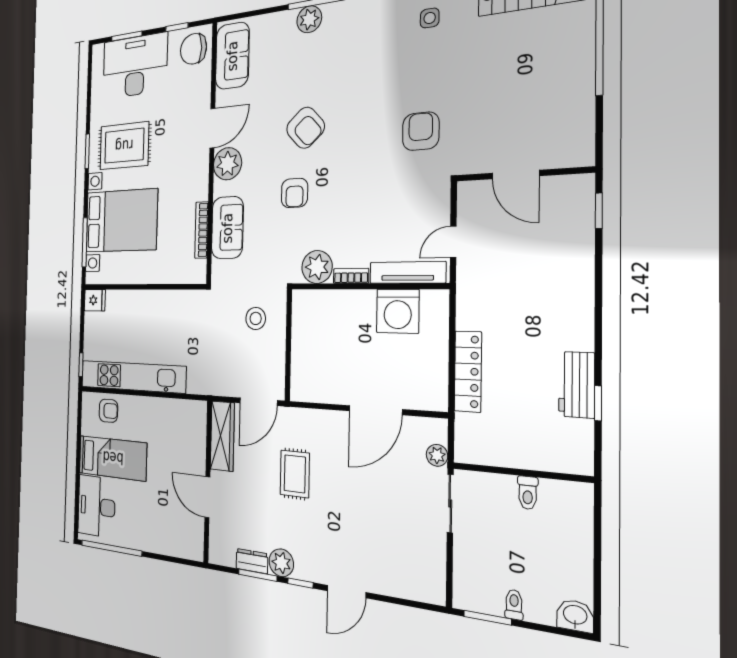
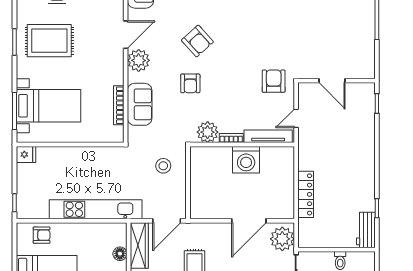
armchair: (421, 131) -> (274, 81), moved
bed with nightstands: (121, 221) -> (48, 106), width x0.73
washing machine: (398, 311) -> (246, 160), moved
kitchen unit: (132, 377) -> (96, 209), moved
workbench: (577, 385) -> (366, 230), moved
floor lamp: (198, 446) -> (120, 254), added
plant: (437, 455) -> (282, 239), width x1.88, depth x1.88

